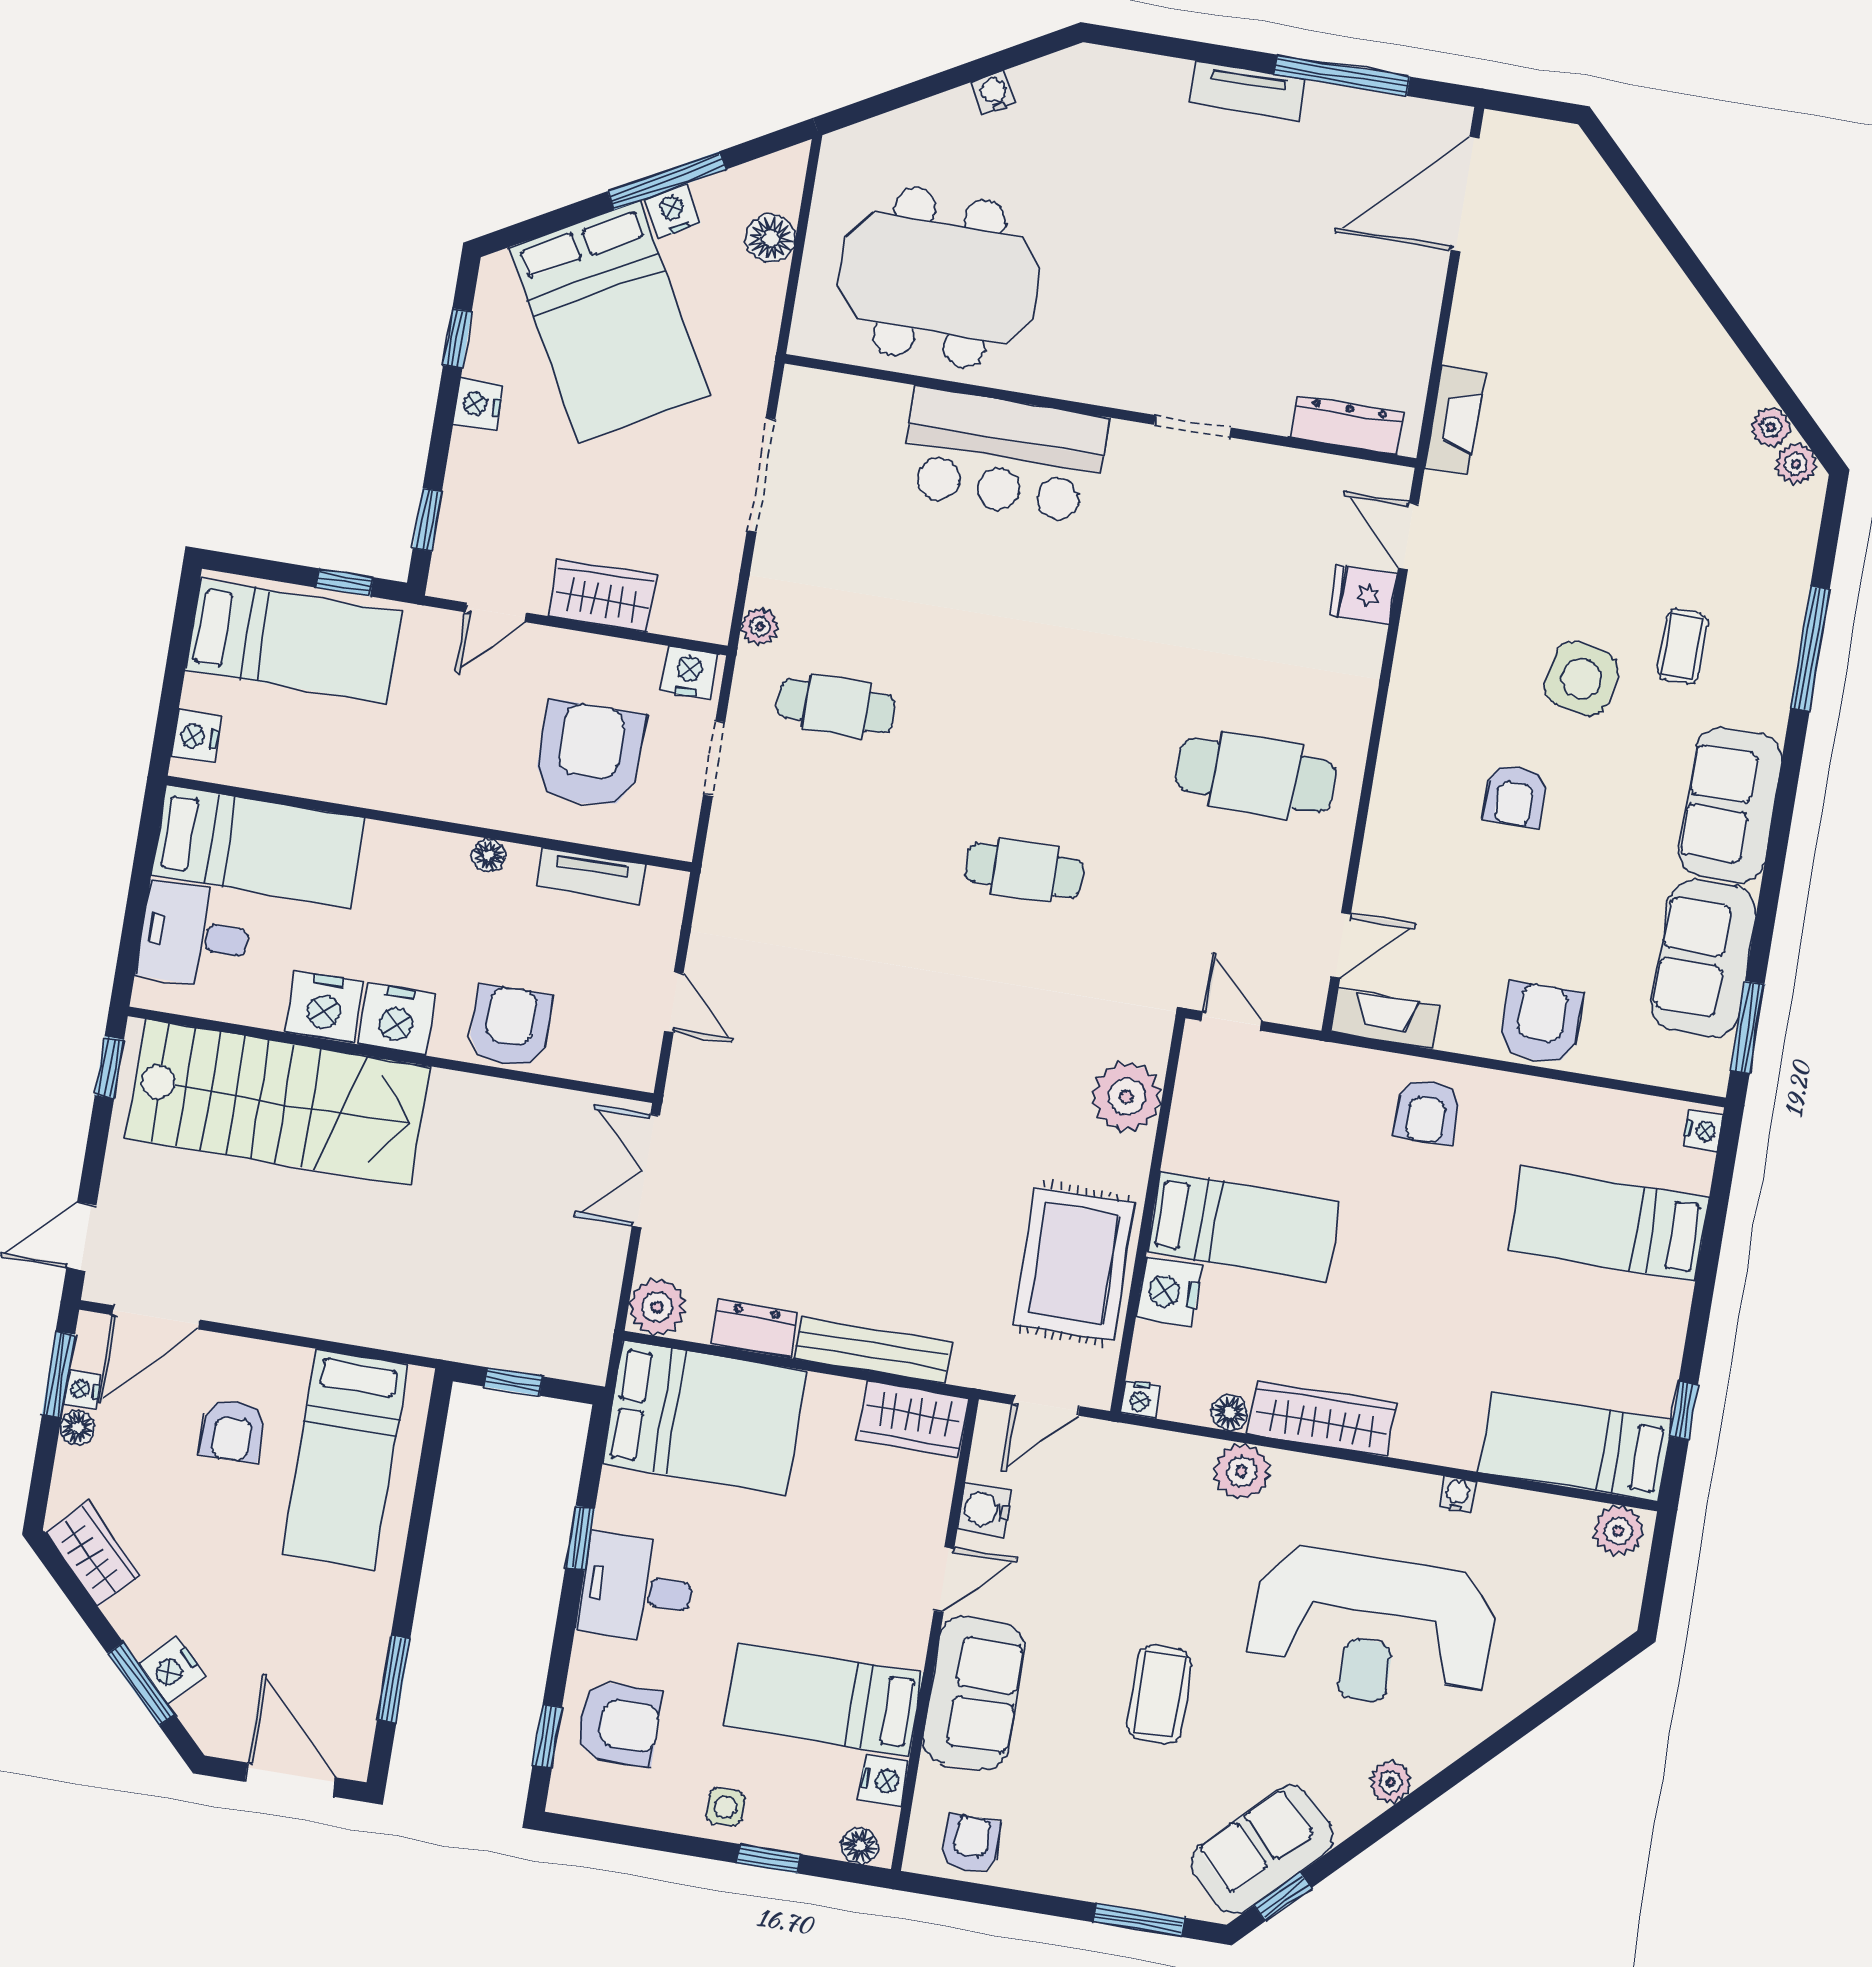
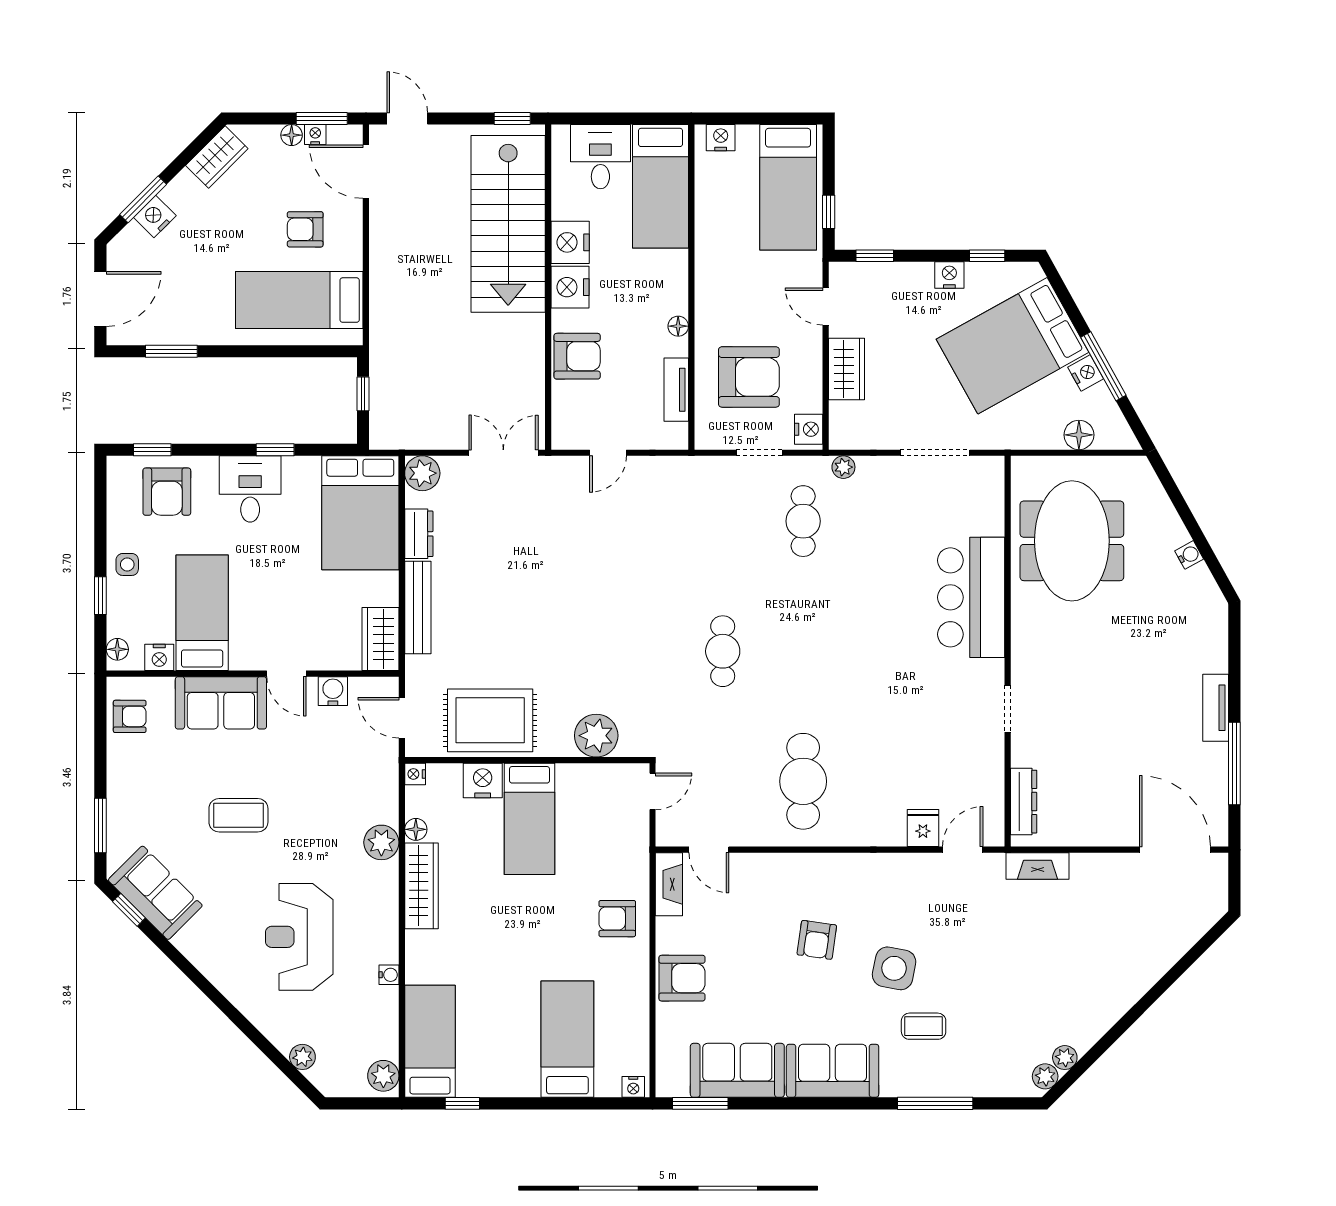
armchair: (1515, 796) -> (817, 940), turned -82
reception desk: (1372, 1629) -> (299, 937), width x0.74, depth x0.77
plant: (1390, 1782) -> (302, 1057), moved

